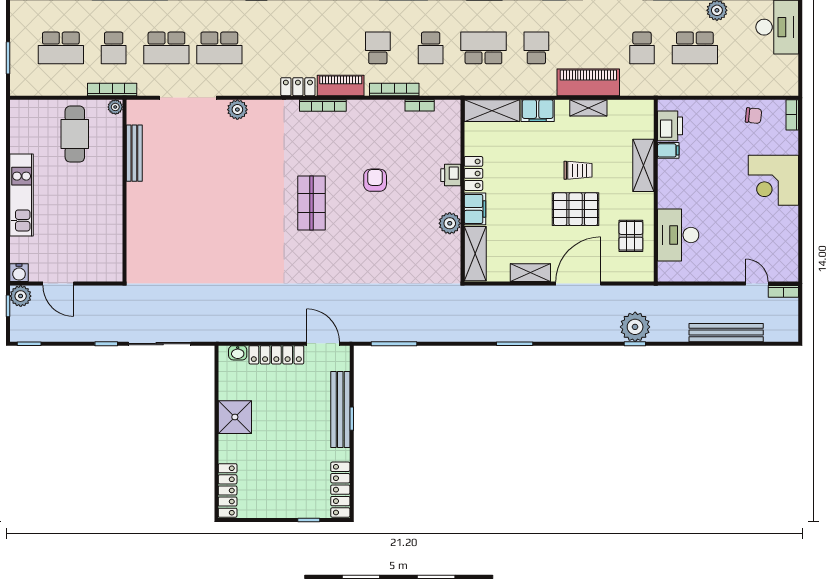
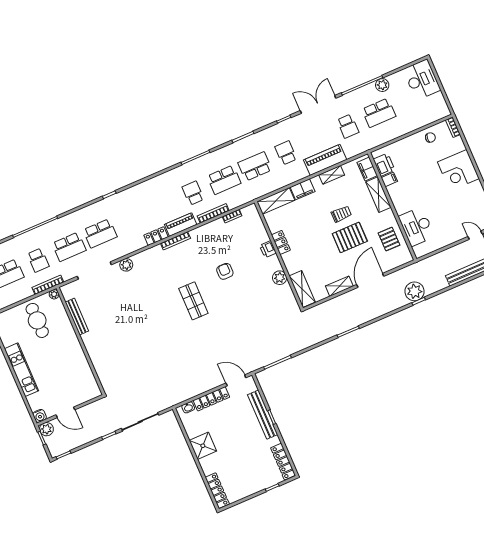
school desk: (431, 48) -> (224, 180), width x1.85
filing cabinet: (475, 209) -> (367, 169), moved, turned 180

